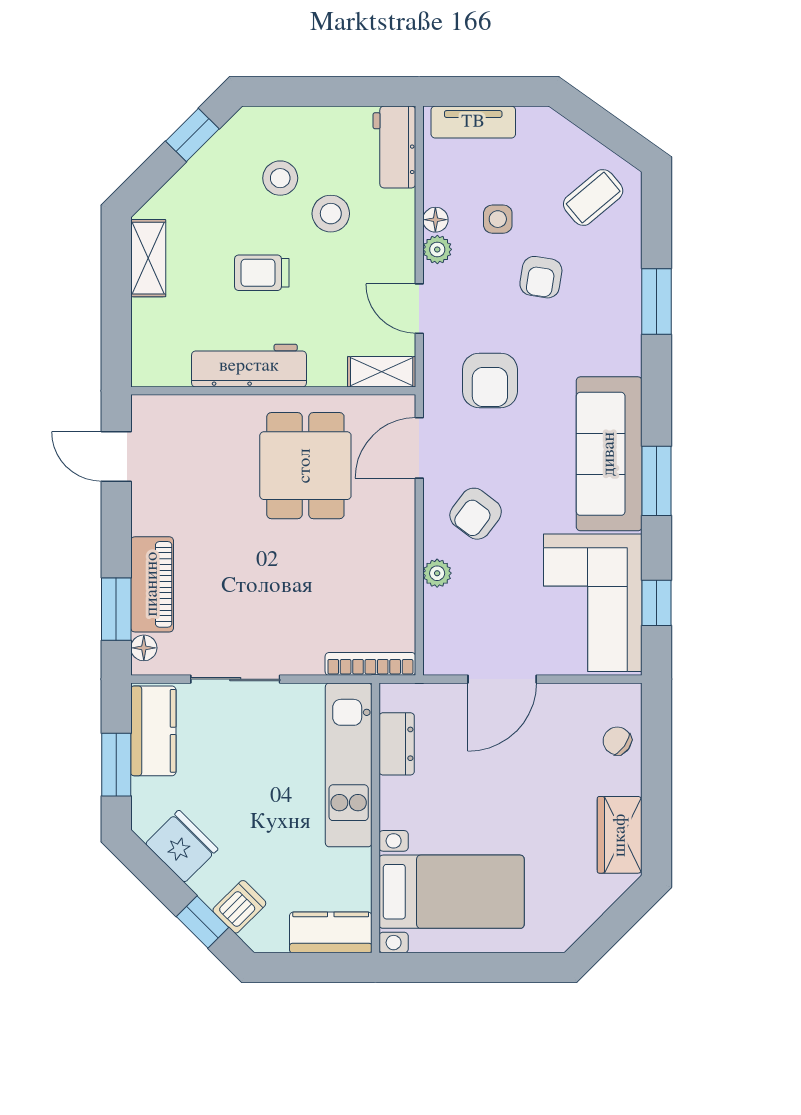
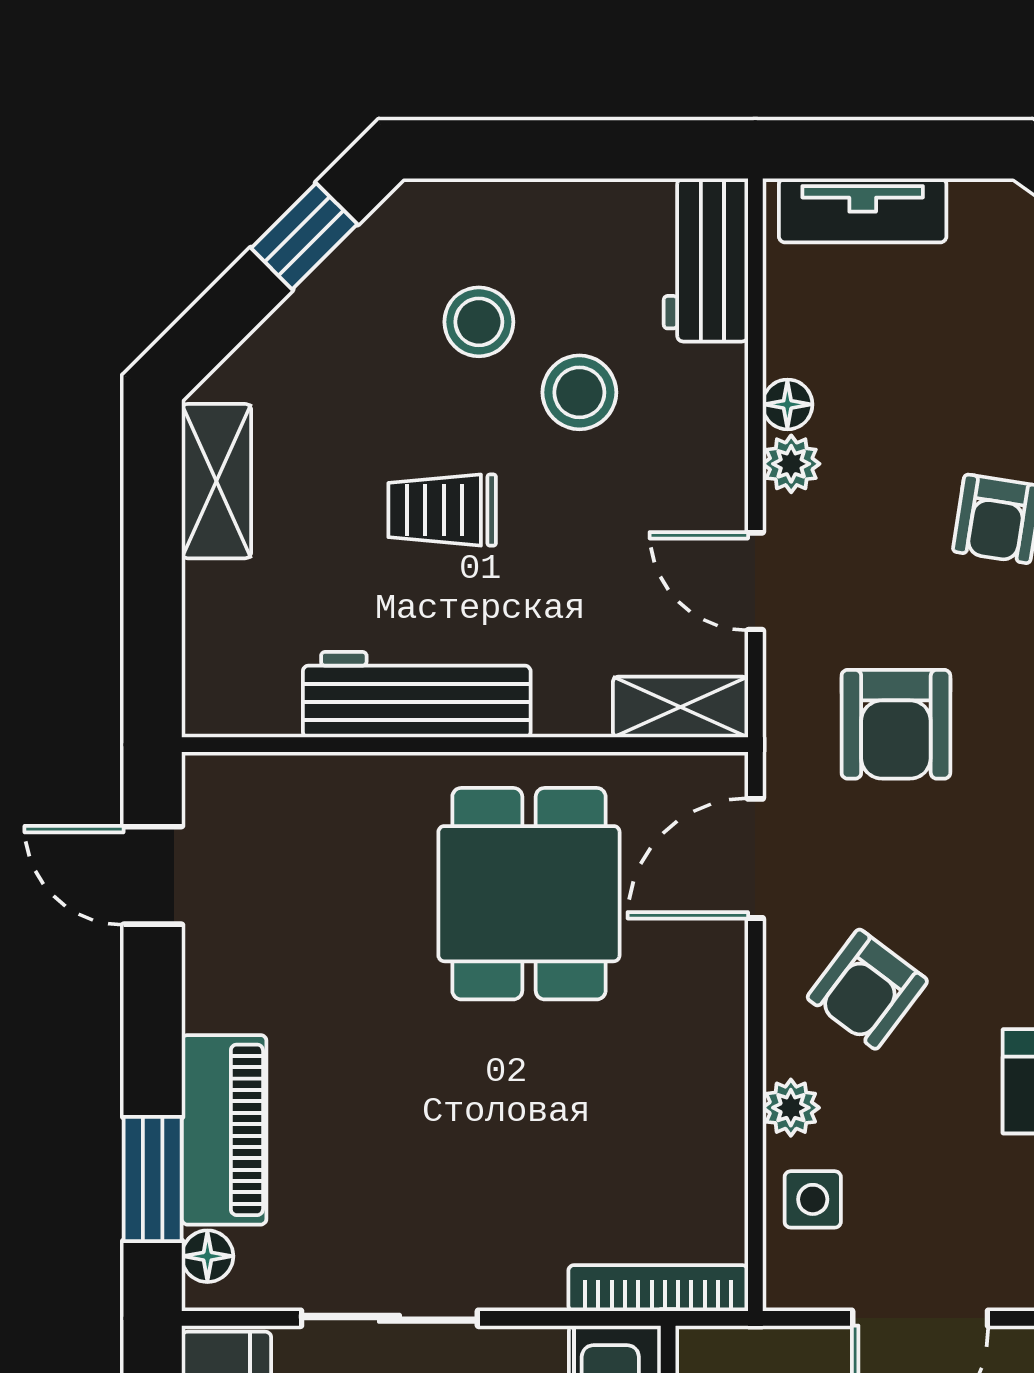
side table: (498, 219) -> (813, 1199), moved

